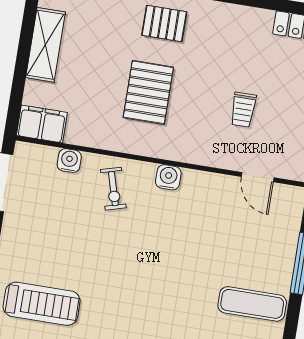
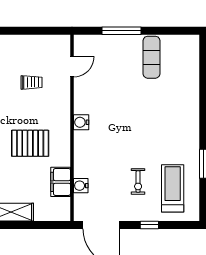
filing cabinet: (42, 124) -> (61, 182), moved
exercise bike: (113, 189) -> (138, 182), moved, turned 106

